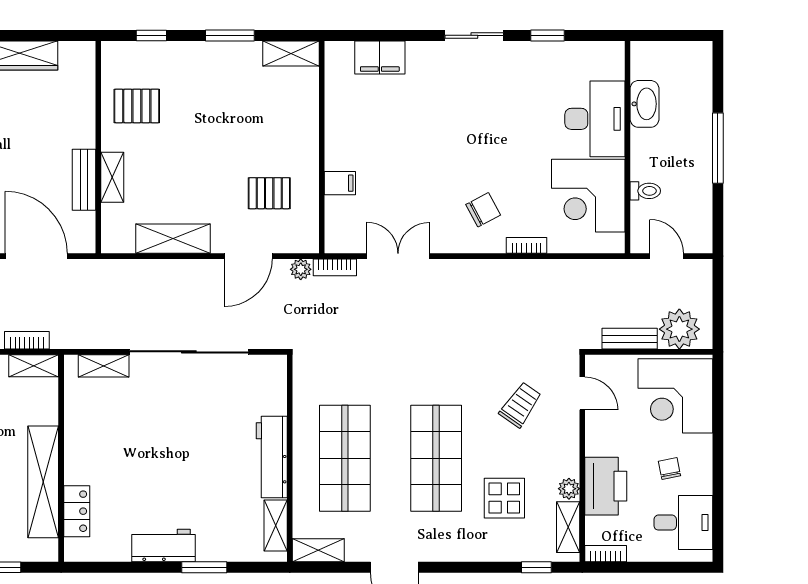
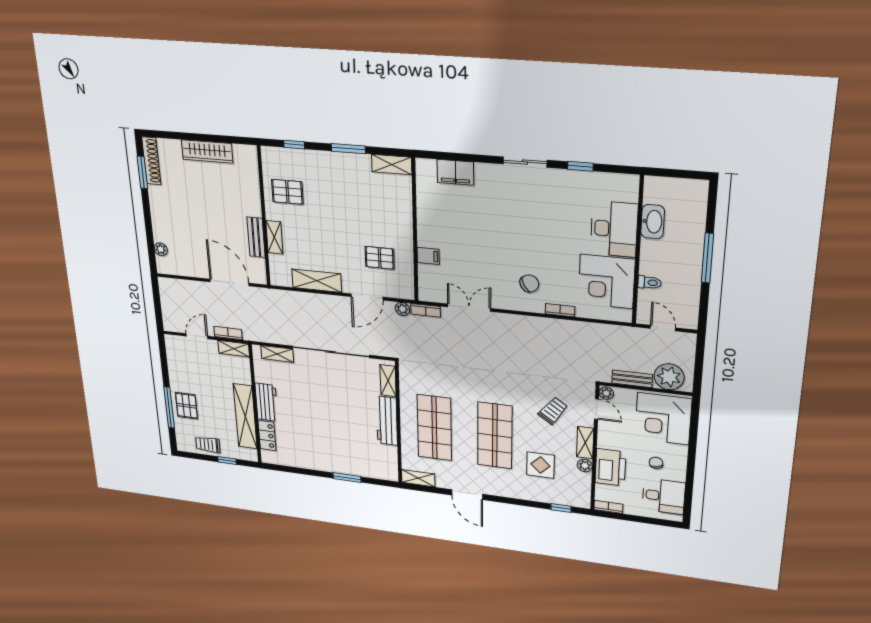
plant: (595, 366) -> (606, 393), added
shelving: (276, 525) -> (388, 381), moved
shelving: (568, 527) -> (585, 443), moved
workbench: (164, 546) -> (266, 402), moved, turned 90

